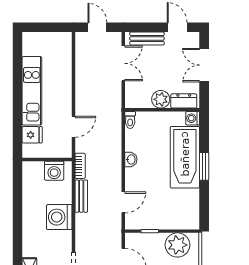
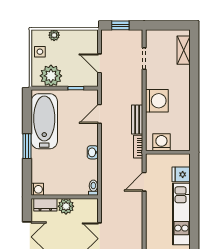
bathtub: (185, 157) -> (44, 121), moved

